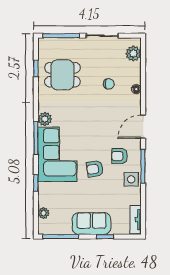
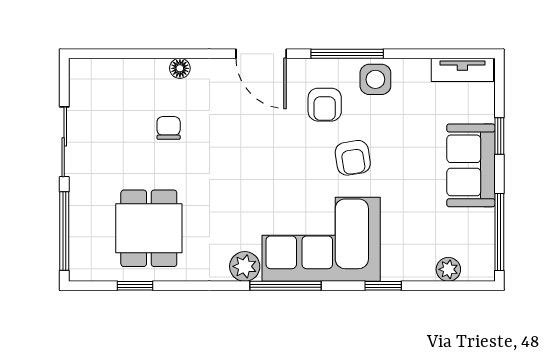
plant: (133, 54) -> (103, 75), removed

